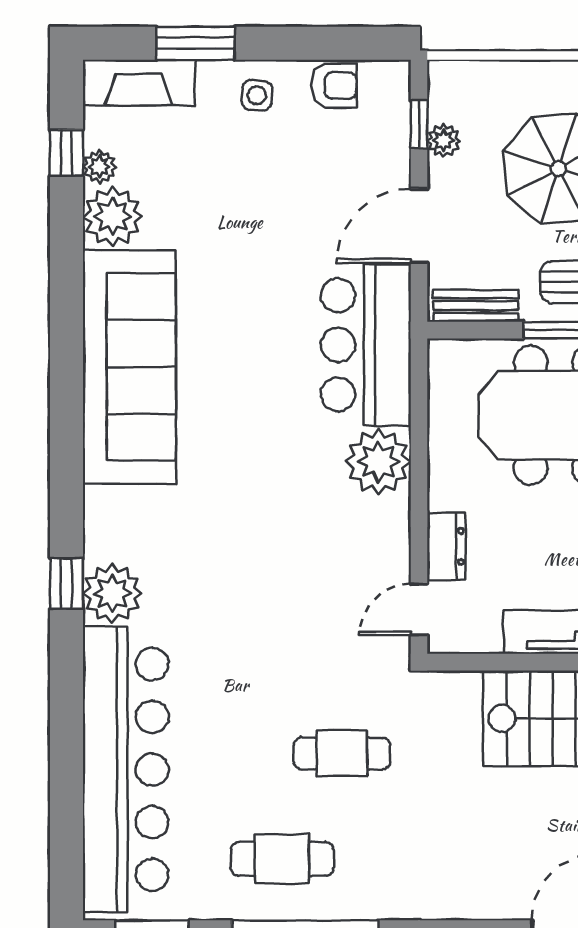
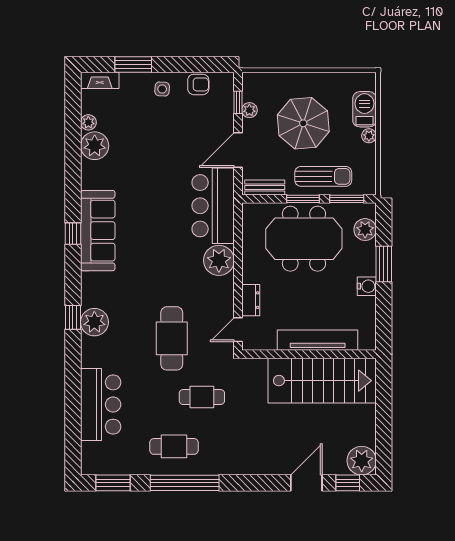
fireplace: (139, 83) -> (100, 80), width x0.73, depth x0.76
window: (66, 153) -> (73, 234), moved
sofa: (129, 367) -> (98, 231), width x0.74, depth x0.79
cafe table: (278, 628) -> (172, 338), added
bar counter: (126, 769) -> (101, 405), width x0.54

